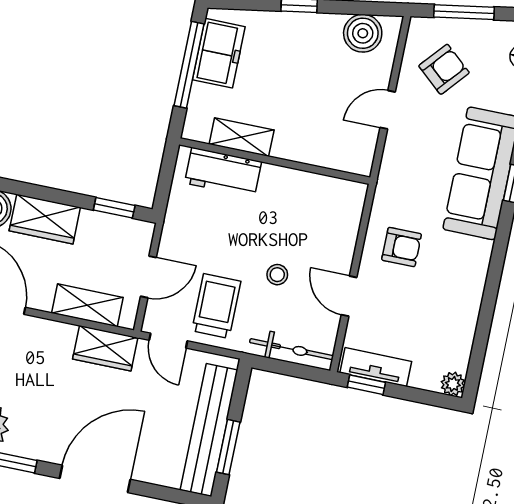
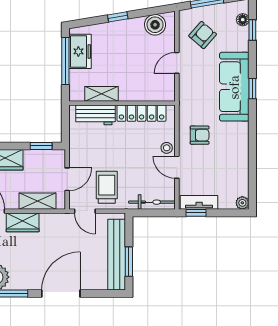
locker: (306, 186) -> (142, 113), added
stool: (277, 275) -> (167, 148), moved
wardrobe: (105, 348) -> (23, 222), moved

